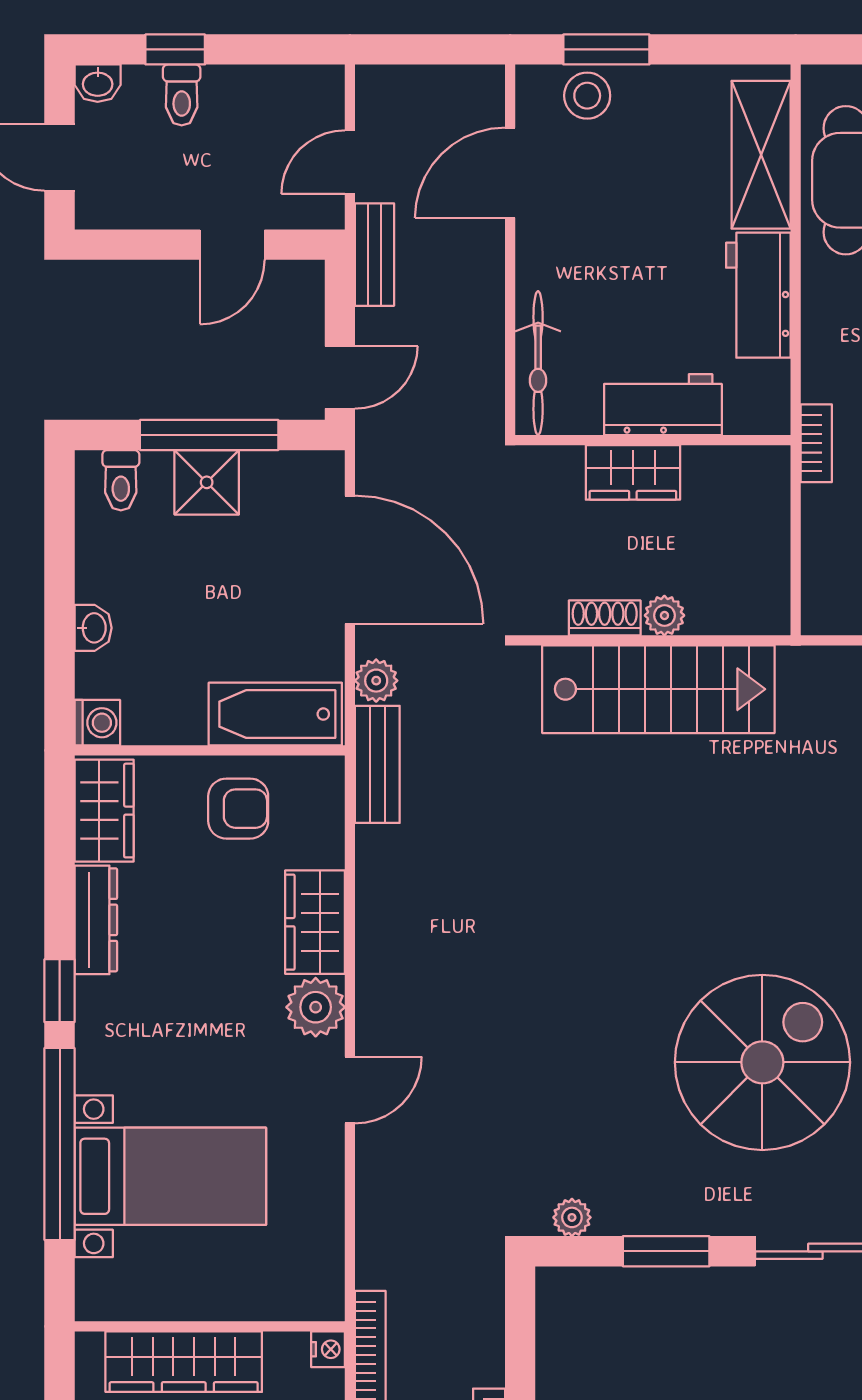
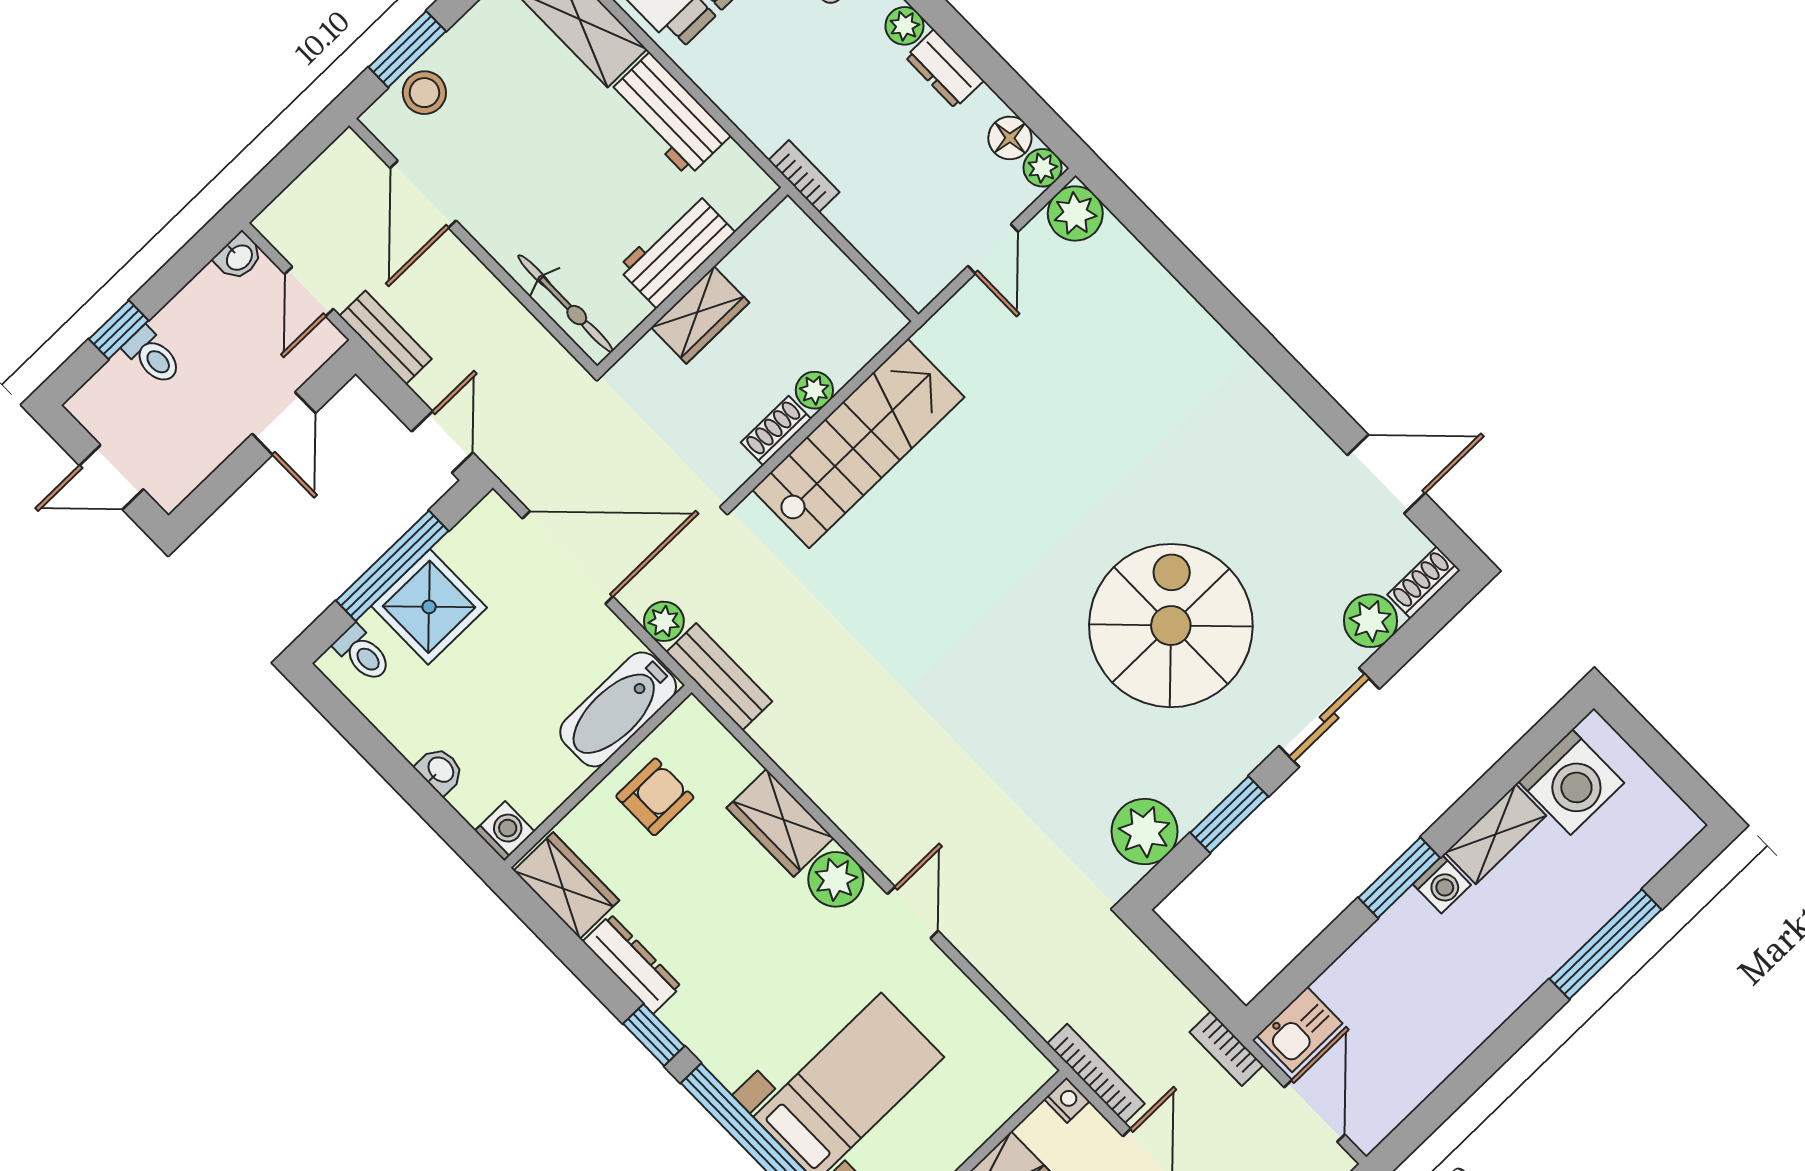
washbasin: (98, 83) -> (239, 257), moved
shower: (207, 482) -> (429, 607), width x1.36, depth x1.36
plant: (572, 1217) -> (1145, 832), width x1.88, depth x1.88

